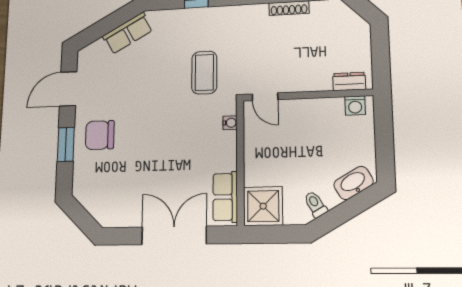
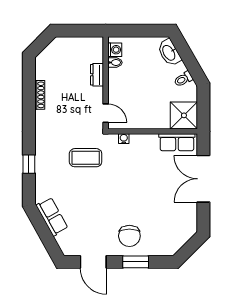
dresser: (349, 81) -> (97, 75), moved
door: (265, 97) -> (106, 113), hinge flipped
bidet: (337, 107) -> (115, 63), added

